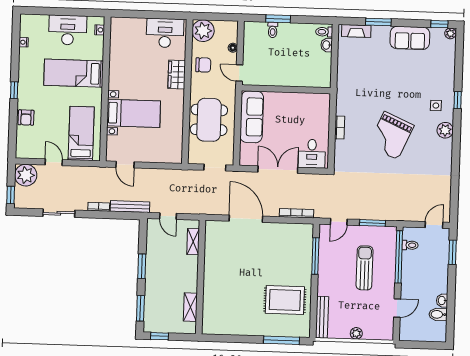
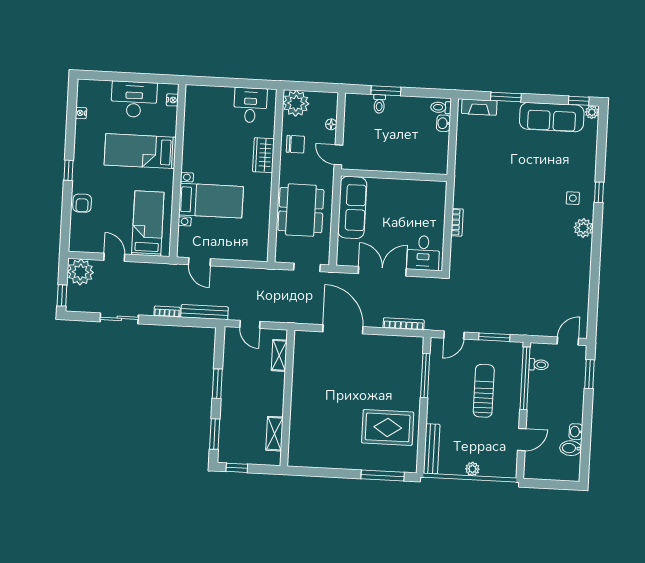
desk: (165, 33) -> (250, 105), width x0.73
sofa: (410, 38) -> (552, 117), width x1.36
grand piano: (391, 135) -> (518, 233), removed

